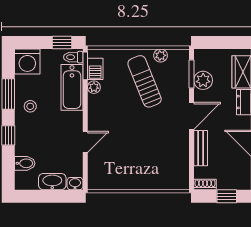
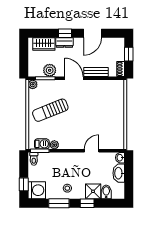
window: (62, 42) -> (24, 184), moved
plant: (161, 55) -> (33, 84), moved
bathtub: (72, 87) -> (54, 160), removed
door: (85, 142) -> (92, 151), hinge flipped
shower: (26, 144) -> (93, 191), added

